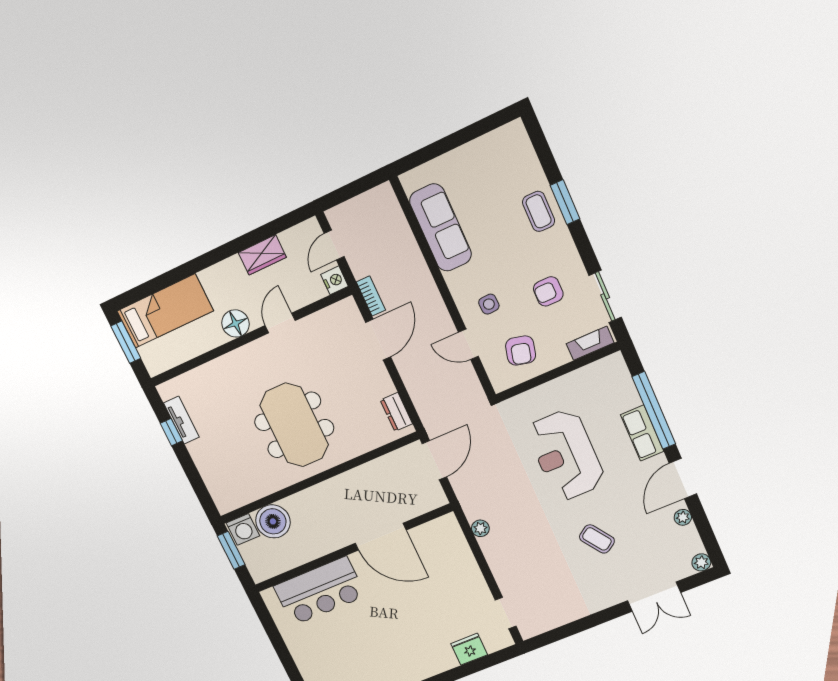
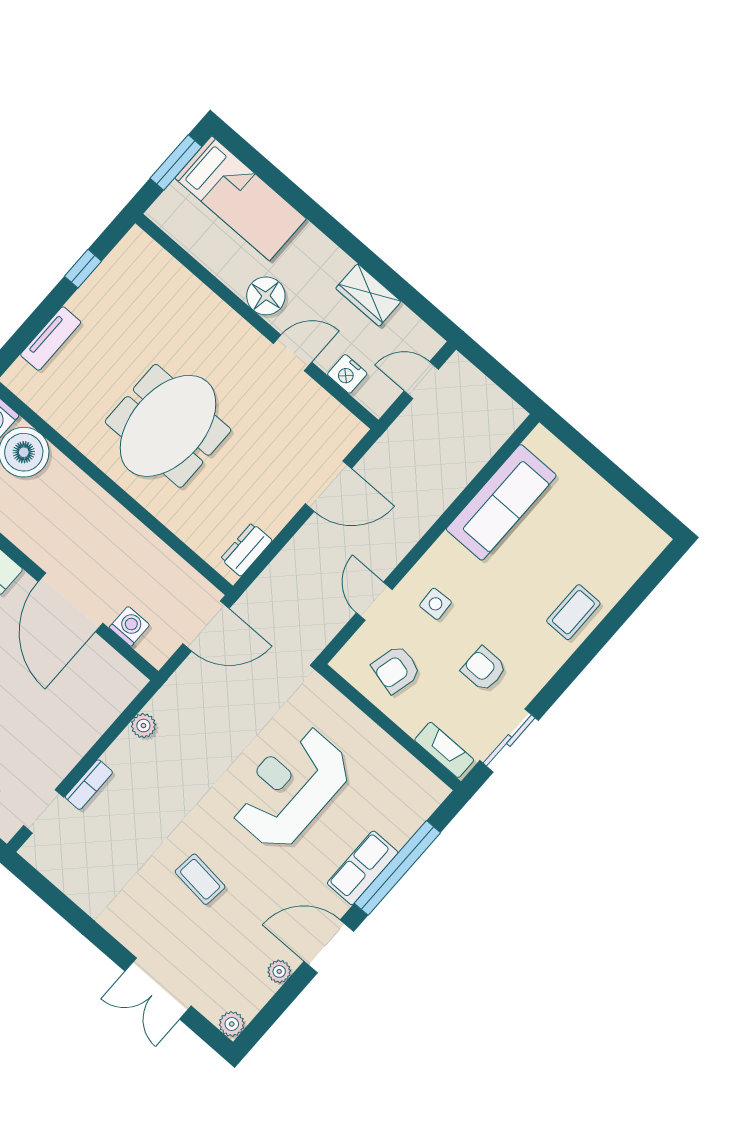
window: (565, 202) -> (598, 639), removed
nightstand: (334, 280) -> (347, 374), moved, turned 90
bookcase: (371, 296) -> (89, 785), moved
tv unit: (181, 420) -> (51, 338), moved
washing machine: (412, 508) -> (129, 626), added
coffee table: (597, 539) -> (200, 879), turned -49

